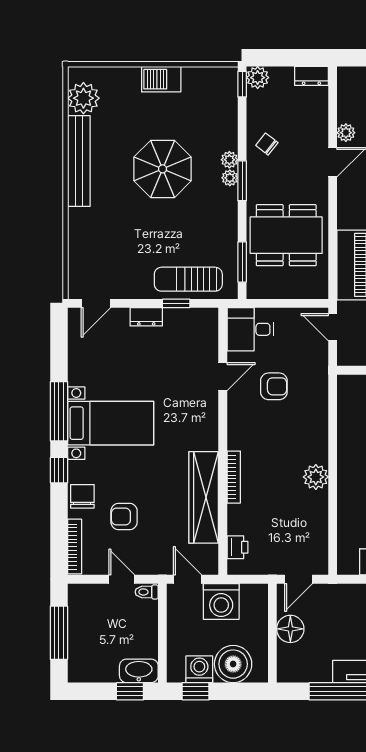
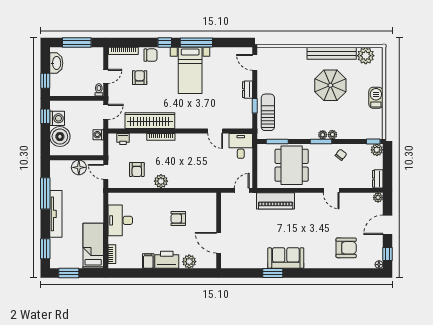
plant: (346, 133) -> (378, 198), moved
parasol: (163, 169) -> (330, 85), moved
armchair: (274, 386) -> (137, 169), moved
washing machine: (221, 601) -> (98, 135), width x0.53, depth x0.53
washbasin: (139, 671) -> (56, 63), moved

